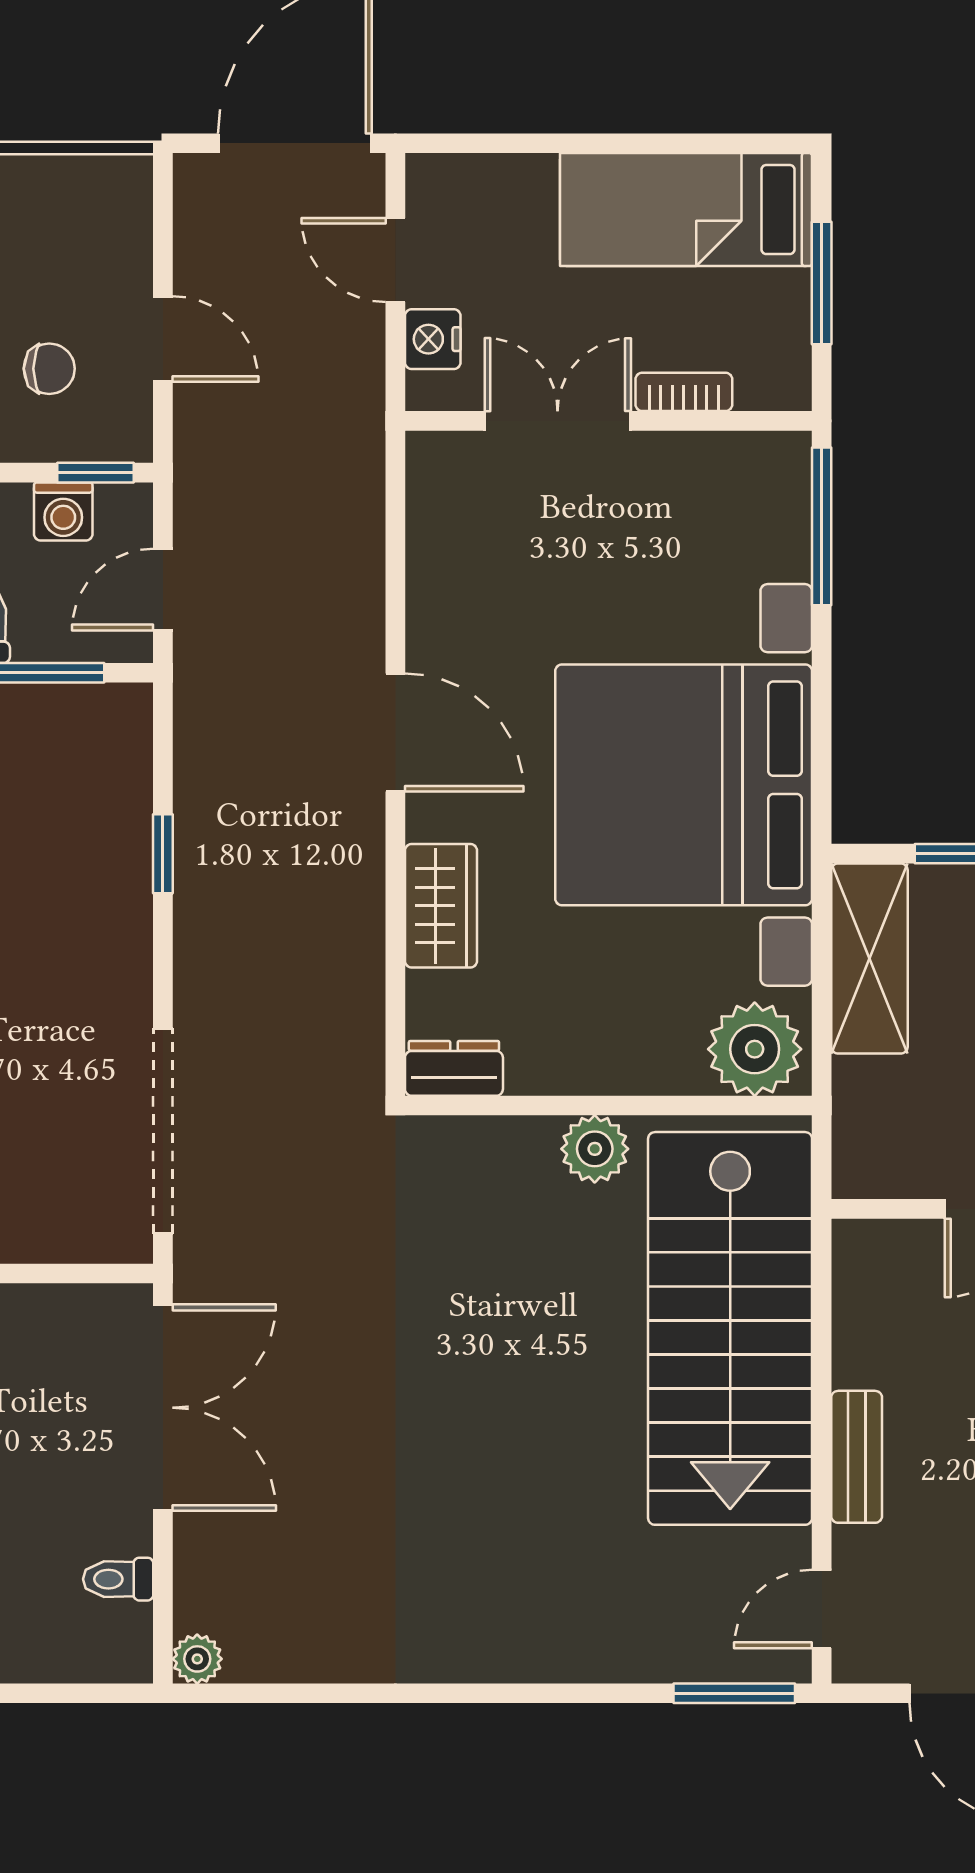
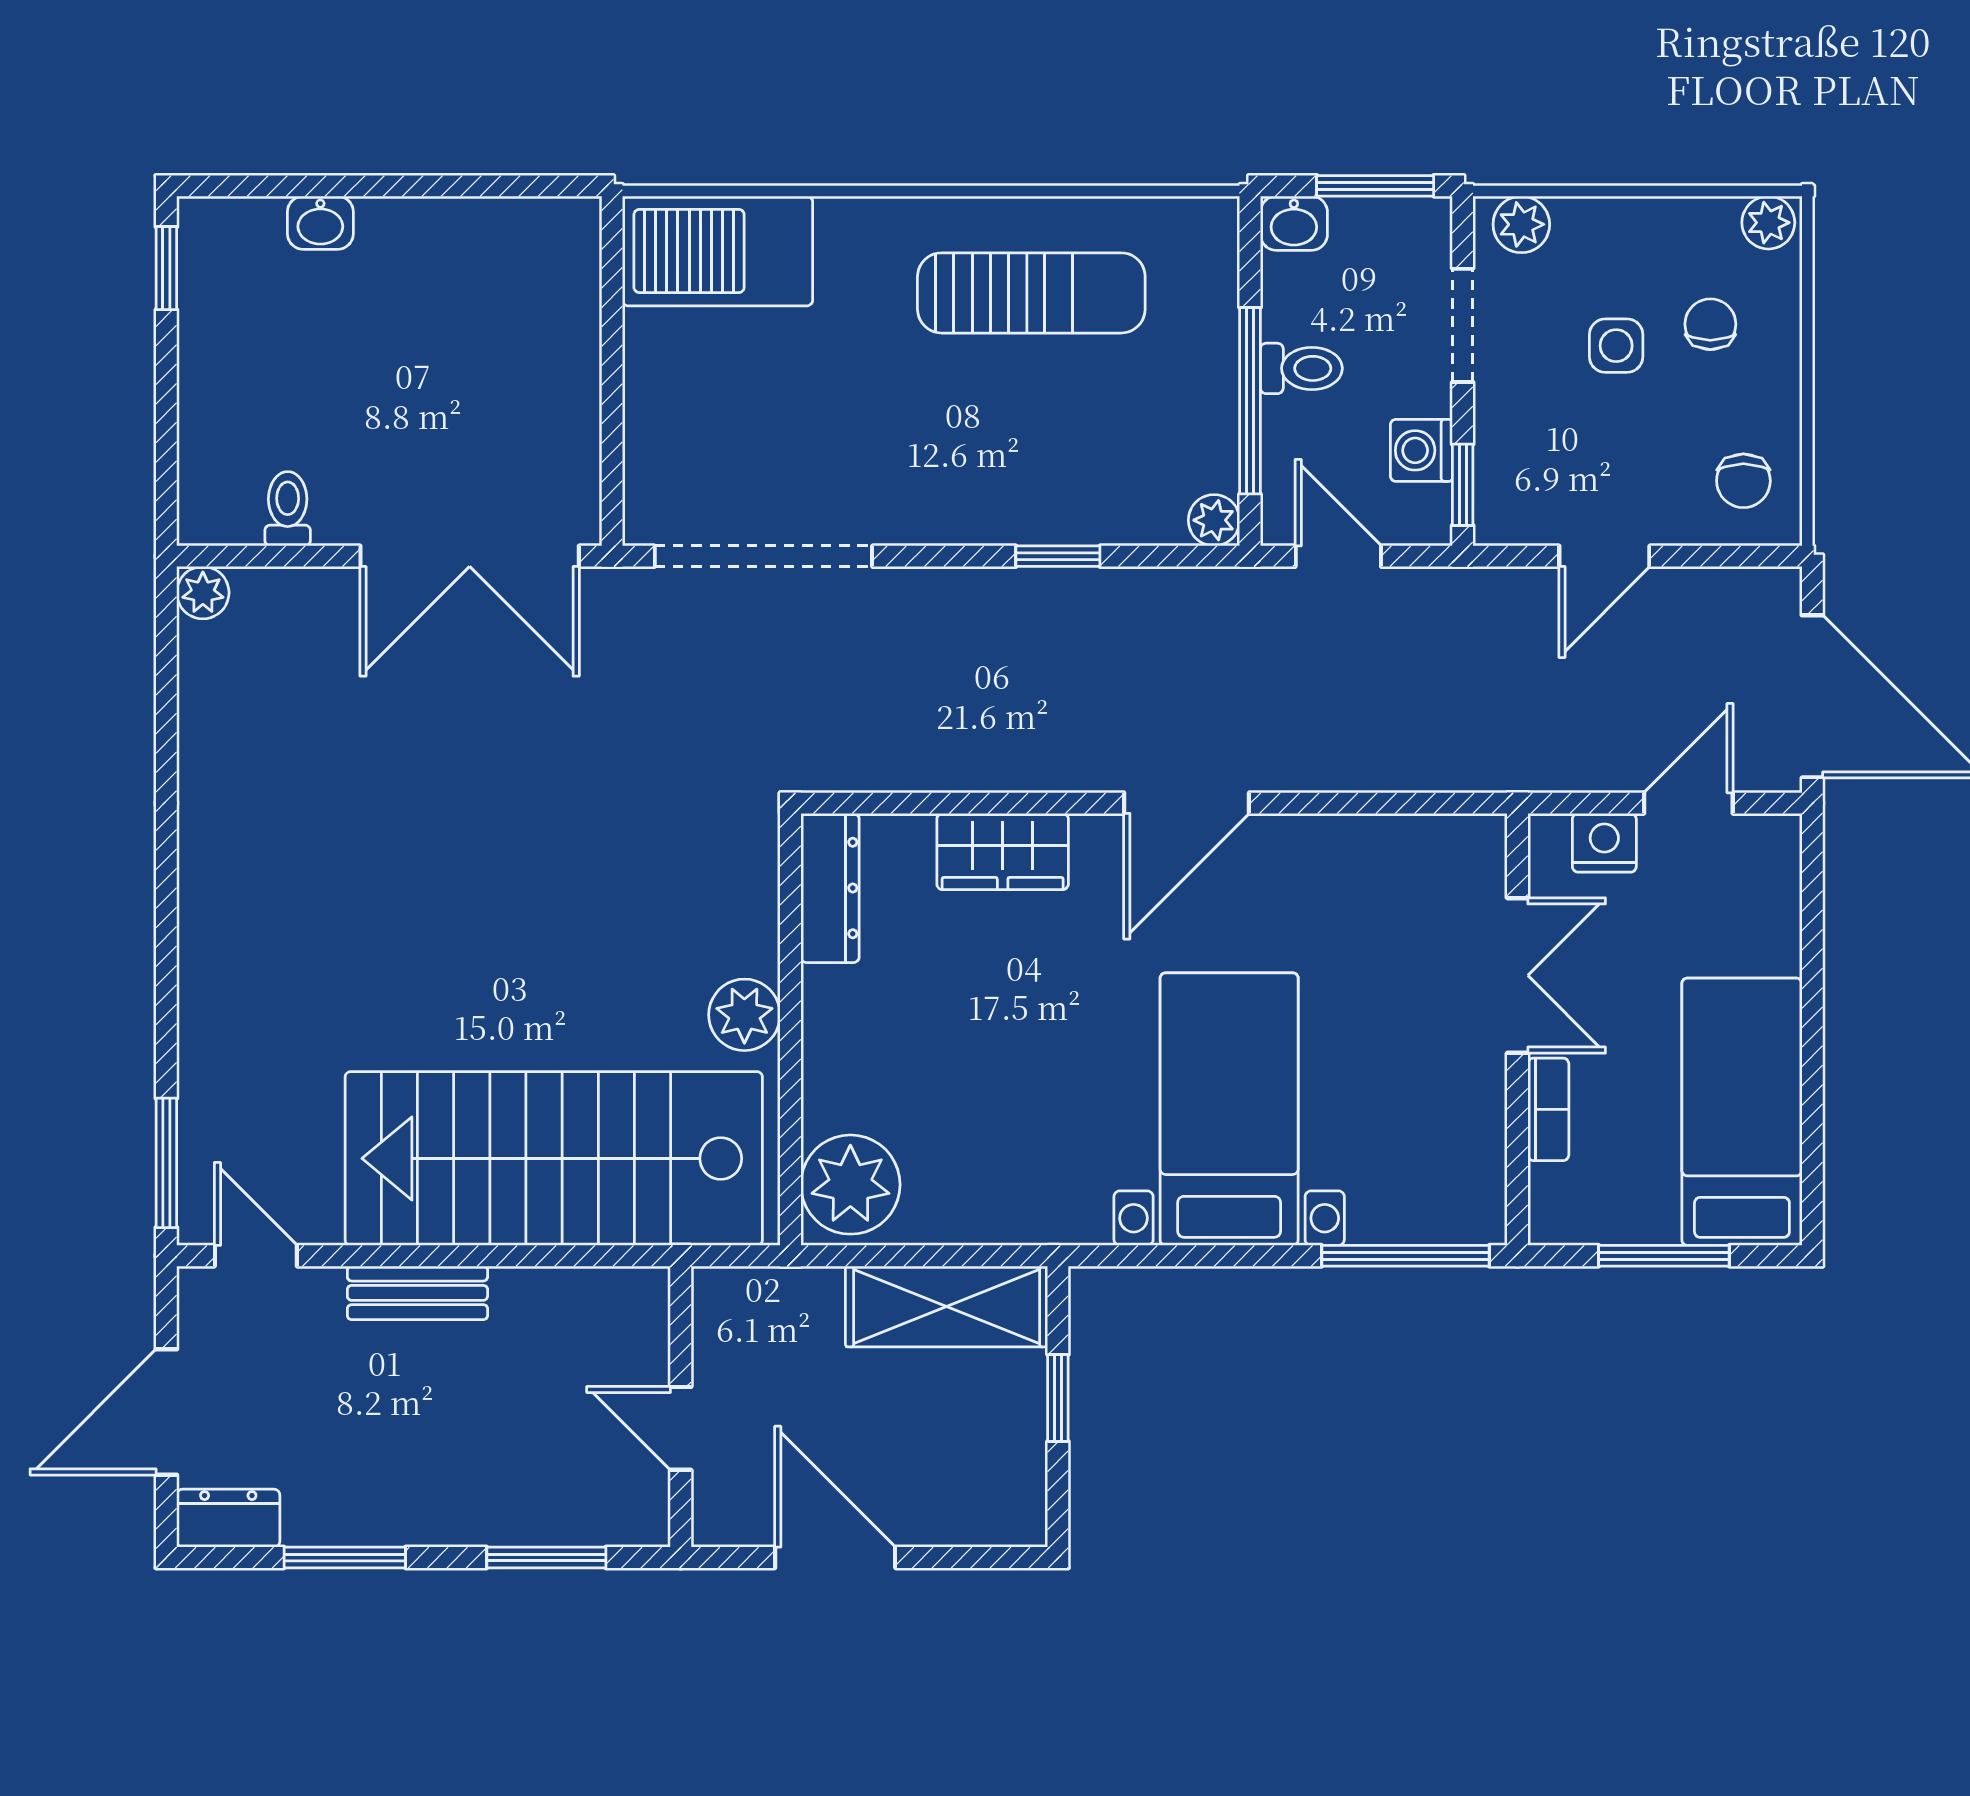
chair: (49, 369) -> (1743, 481), moved
plant: (129, 707) -> (1214, 520), added
bed with nightstands: (684, 785) -> (1229, 1109), width x0.54
dresser: (454, 1068) -> (830, 888), width x1.44

